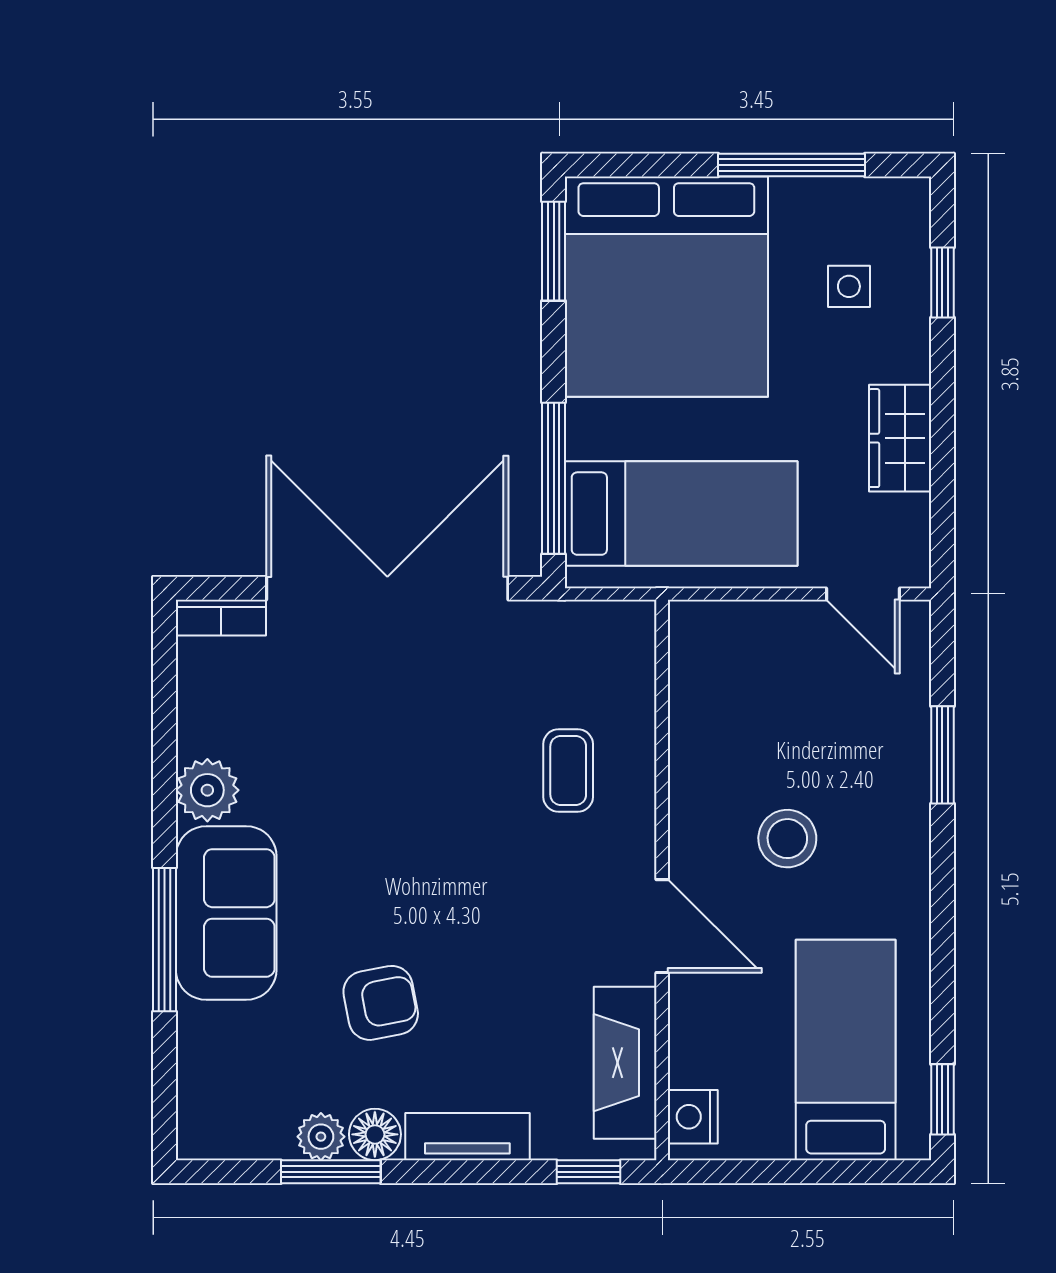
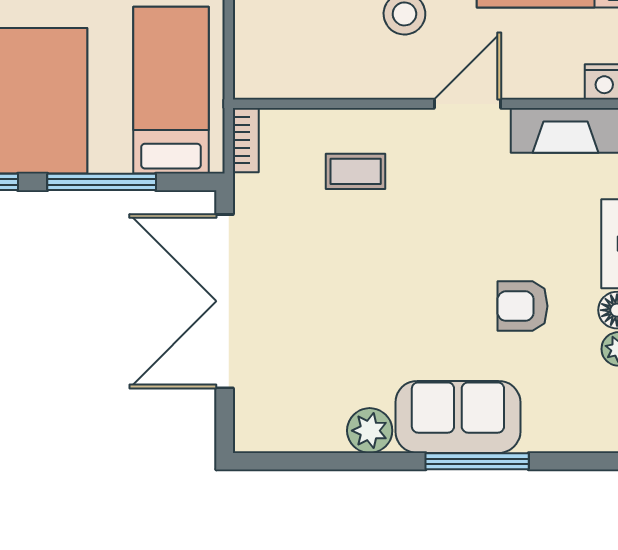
window: (554, 478) -> (102, 182), moved
bookcase: (221, 618) -> (246, 140), moved
armchair: (381, 1003) -> (523, 306), turned -79

